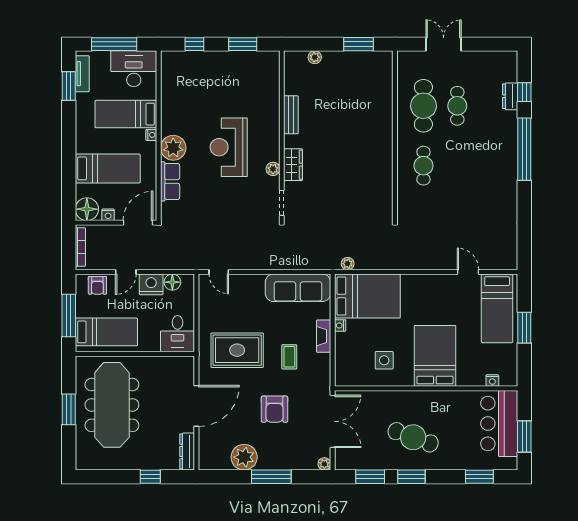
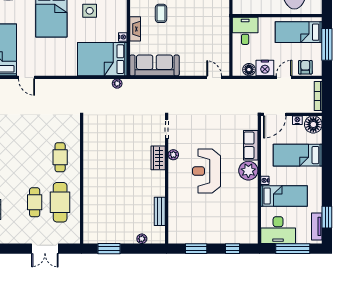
bench: (291, 115) -> (160, 211), moved
reception desk: (229, 147) -> (207, 171), turned 180
rug: (237, 350) -> (200, 18), removed

